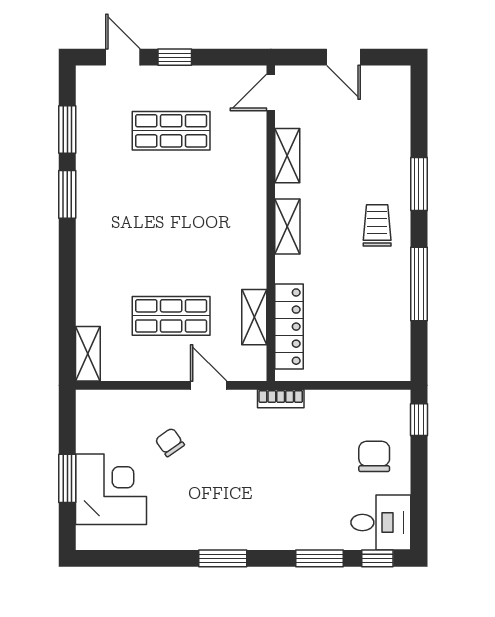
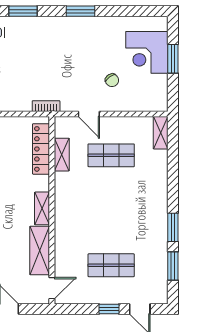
shelving: (287, 156) -> (40, 251), width x1.50, depth x1.33

